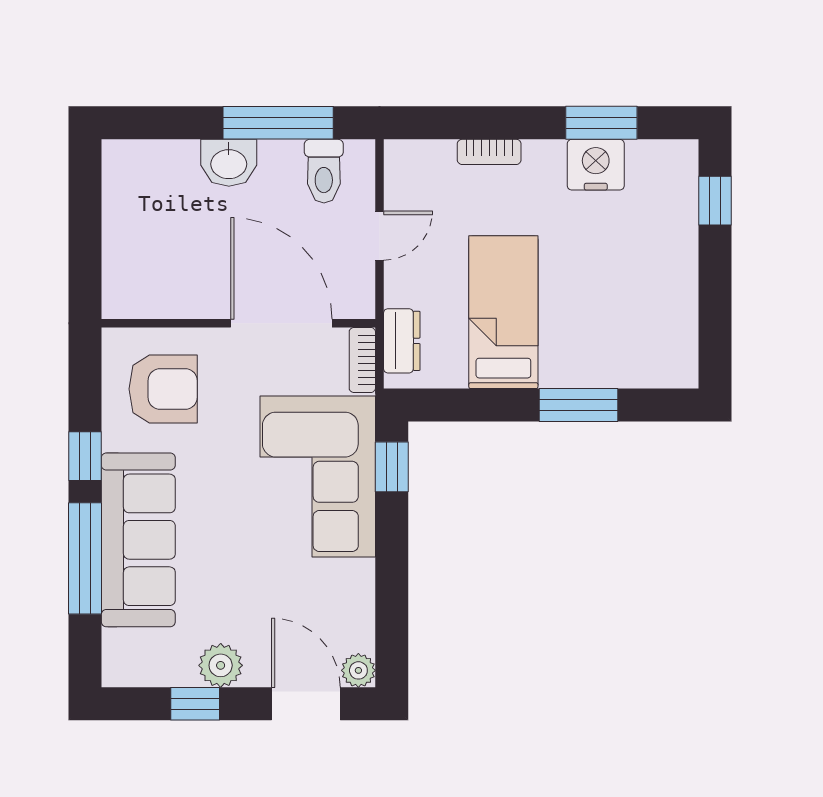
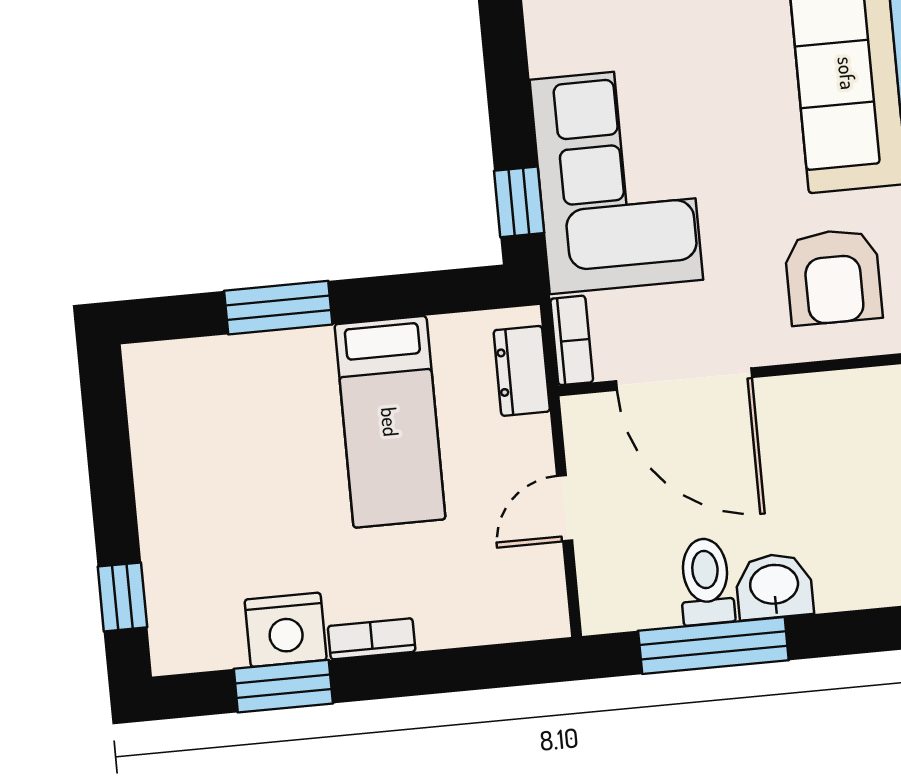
bookcase: (489, 152) -> (372, 639), moved
toilet: (324, 171) -> (706, 581), moved
armchair: (163, 389) -> (833, 277), turned -90

